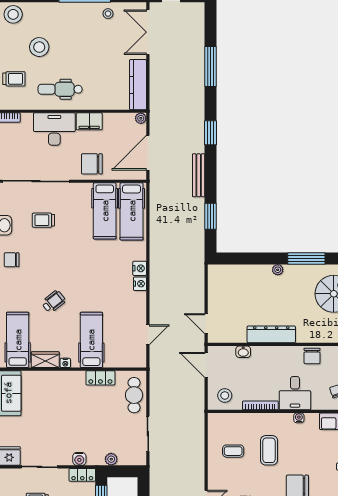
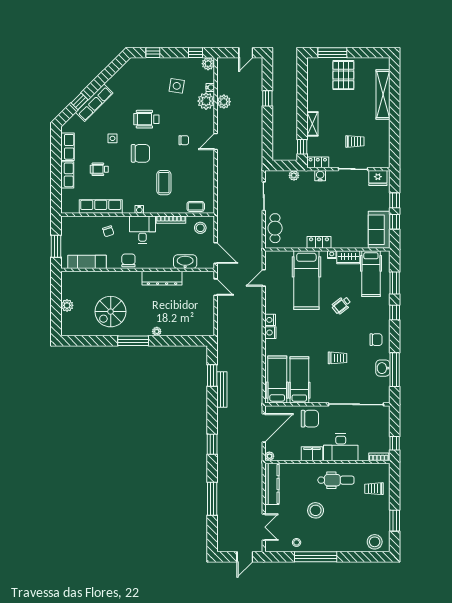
double door: (148, 32) -> (264, 527), width x0.73
stool: (39, 47) -> (316, 510), moved
bench: (199, 175) -> (222, 390), moved
trolley: (43, 220) -> (338, 358), moved
hospital bed: (91, 340) -> (306, 280), width x1.37, depth x1.29
washbasin: (243, 352) -> (185, 262), width x1.91, depth x1.45
locker: (100, 378) -> (319, 242), moved
coffee table: (233, 451) -> (196, 206), moved

